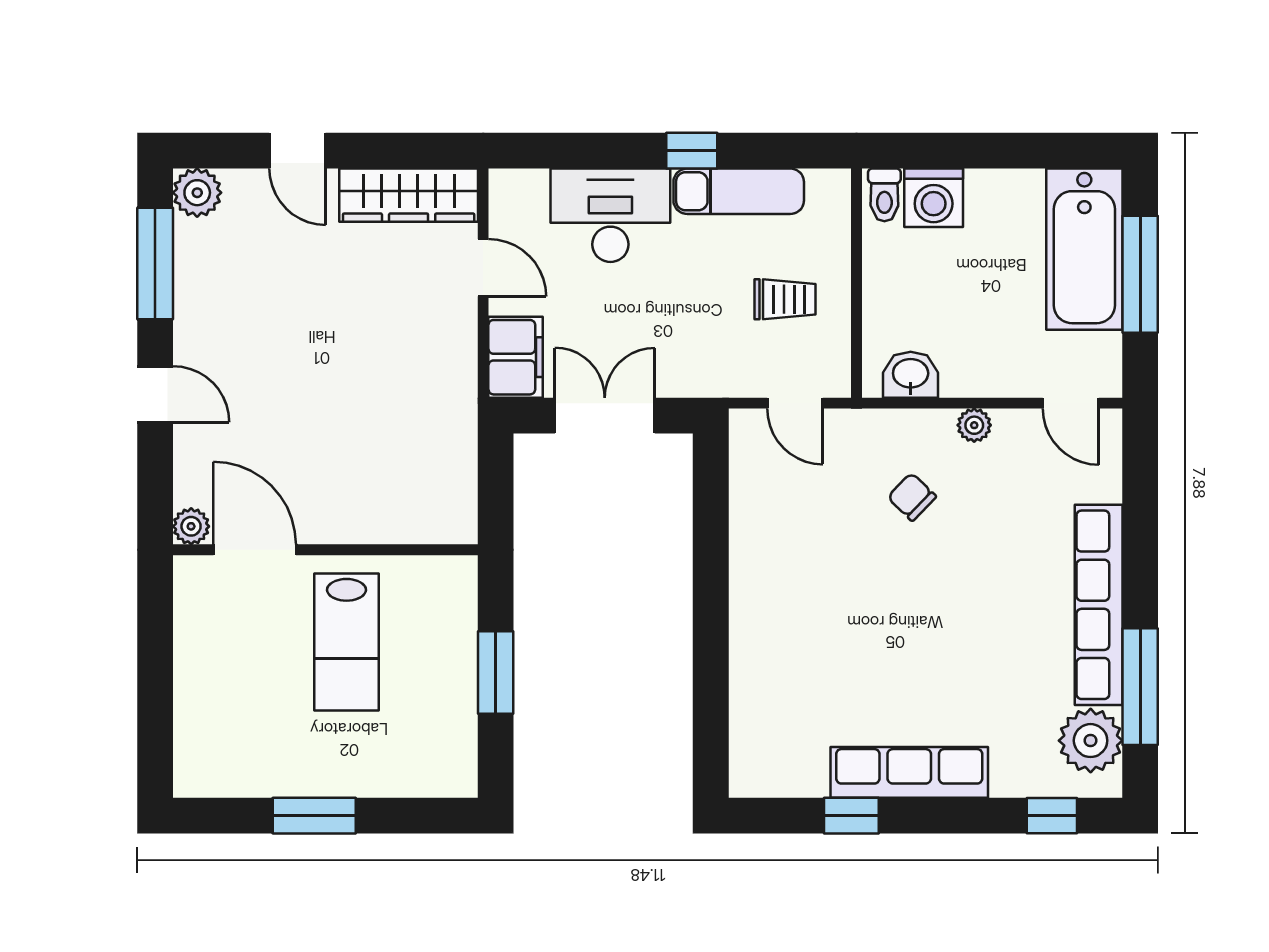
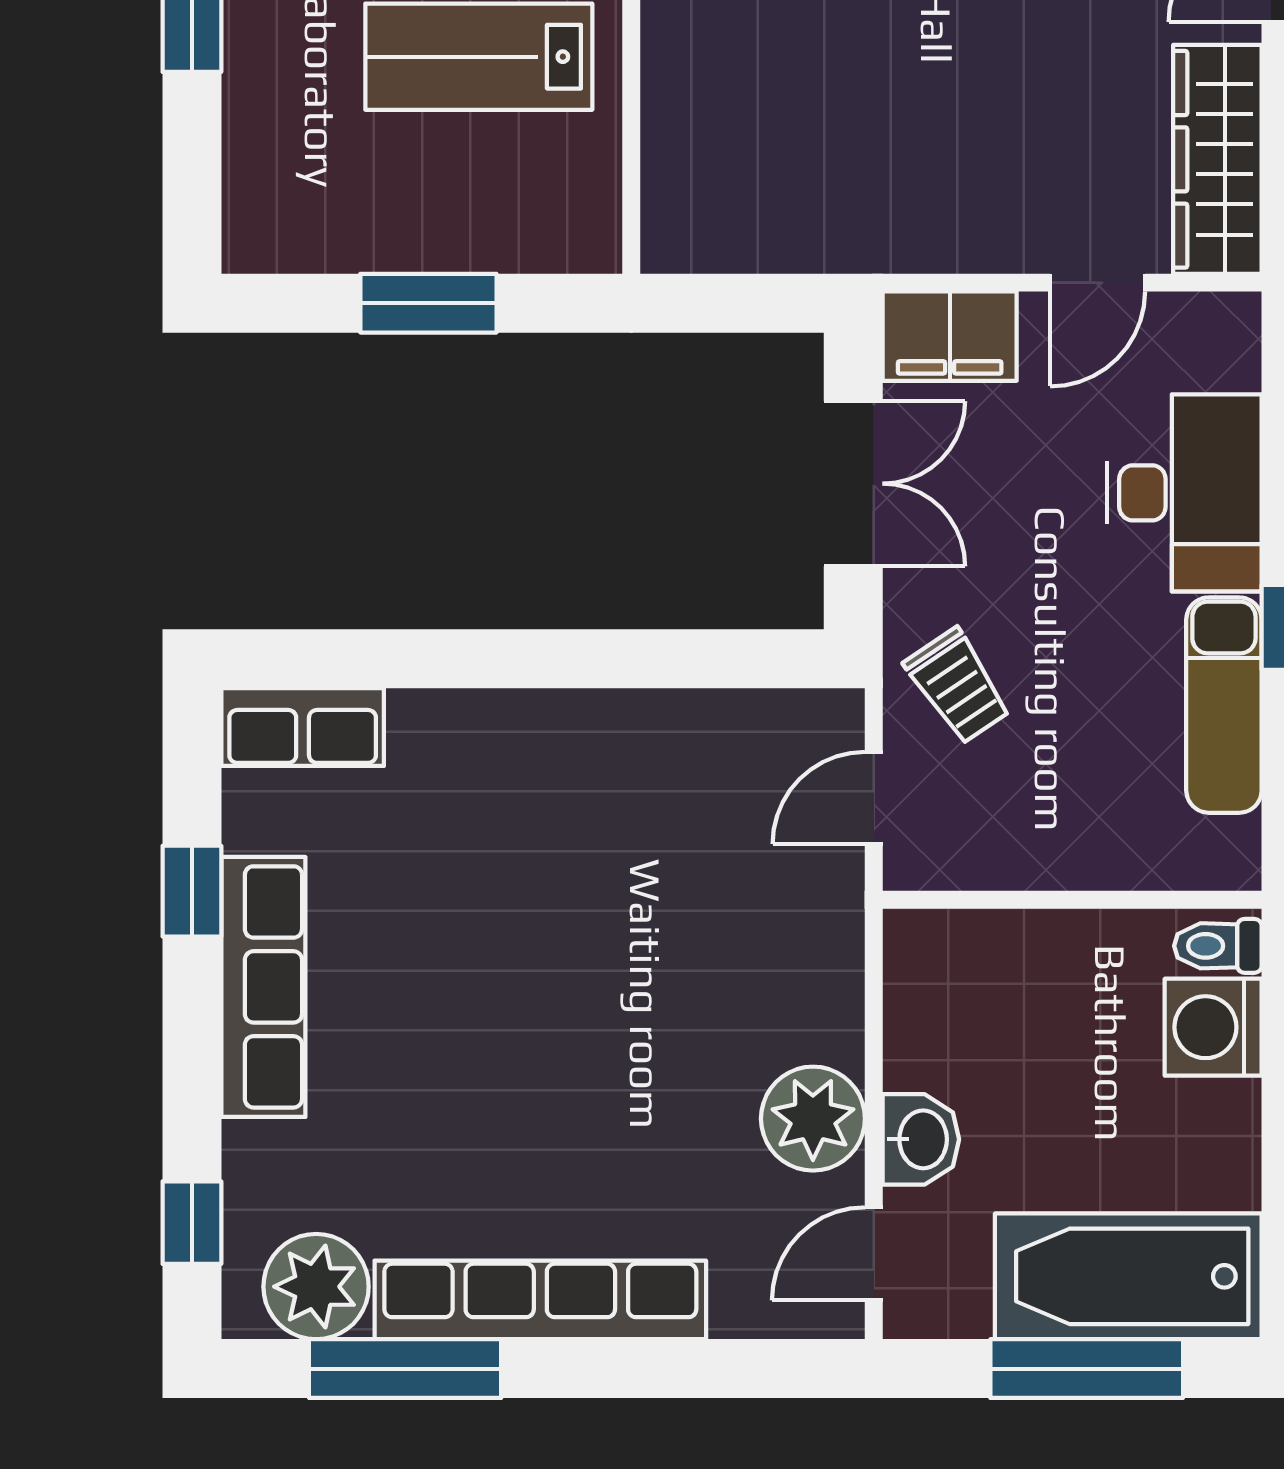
trolley: (785, 299) -> (958, 686), moved, turned -34
washbasin: (911, 375) -> (921, 1139), moved
plant: (974, 425) -> (813, 1119), width x1.88, depth x1.88
chair: (912, 497) -> (719, 991), removed
row of seats: (752, 749) -> (303, 727), added

